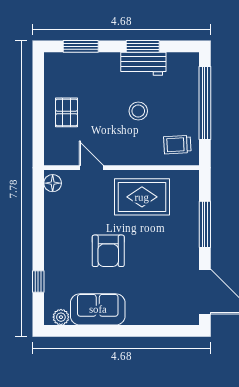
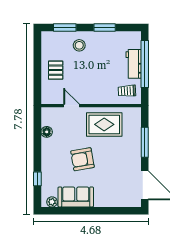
workbench: (143, 64) -> (134, 64), moved, turned 90
stool: (138, 111) -> (79, 45), moved
floor lamp: (53, 183) -> (47, 132), moved
armchair: (108, 251) -> (82, 159), turned 80

